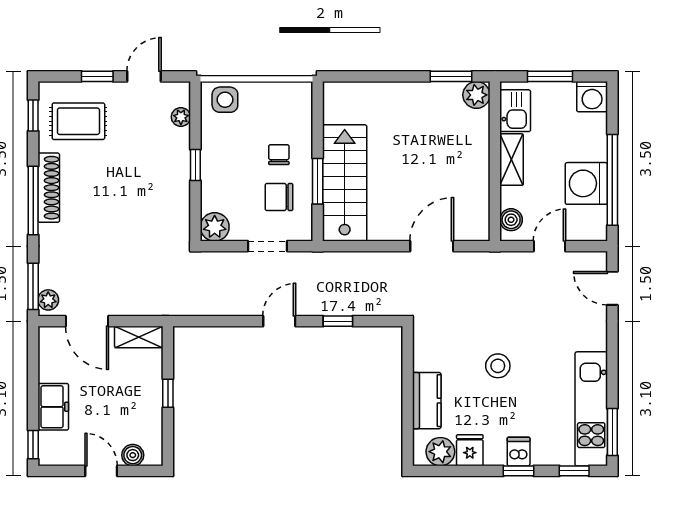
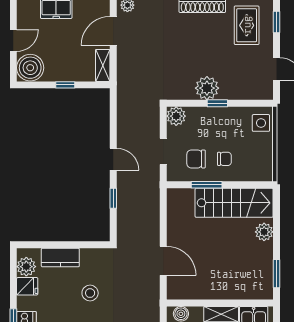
window: (97, 76) -> (276, 22), moved
plant: (476, 95) -> (264, 232), moved
plant: (181, 117) -> (207, 88), moved, width x1.88, depth x1.88
stairs: (345, 183) -> (234, 203), moved
chair: (279, 197) -> (196, 159), turned -90
stool: (498, 366) -> (90, 293), moved
boiler: (133, 455) -> (30, 68), width x1.86, depth x1.86

